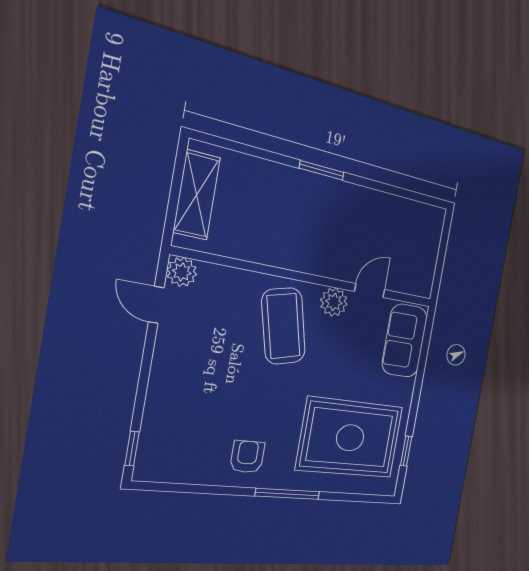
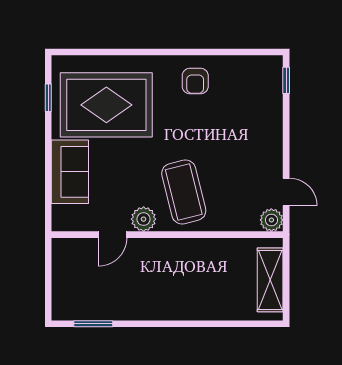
window: (322, 170) -> (93, 324), moved
sofa: (405, 341) -> (70, 172), moved
window: (288, 494) -> (155, 52), removed

